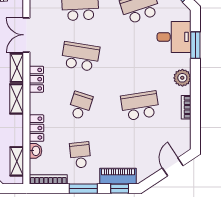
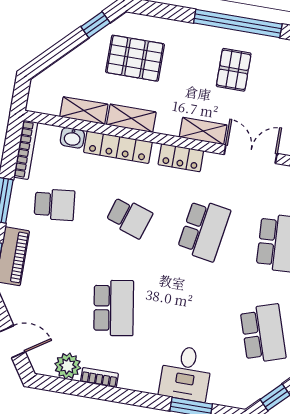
desk: (174, 37) -> (186, 373), moved
plant: (182, 78) -> (68, 366), moved
shelving: (17, 99) -> (131, 118), moved
locker: (37, 128) -> (118, 147), width x1.53
shelving: (17, 161) -> (84, 110), moved

